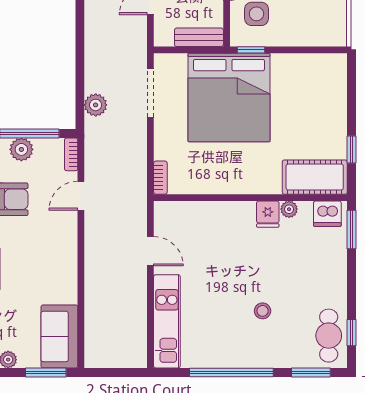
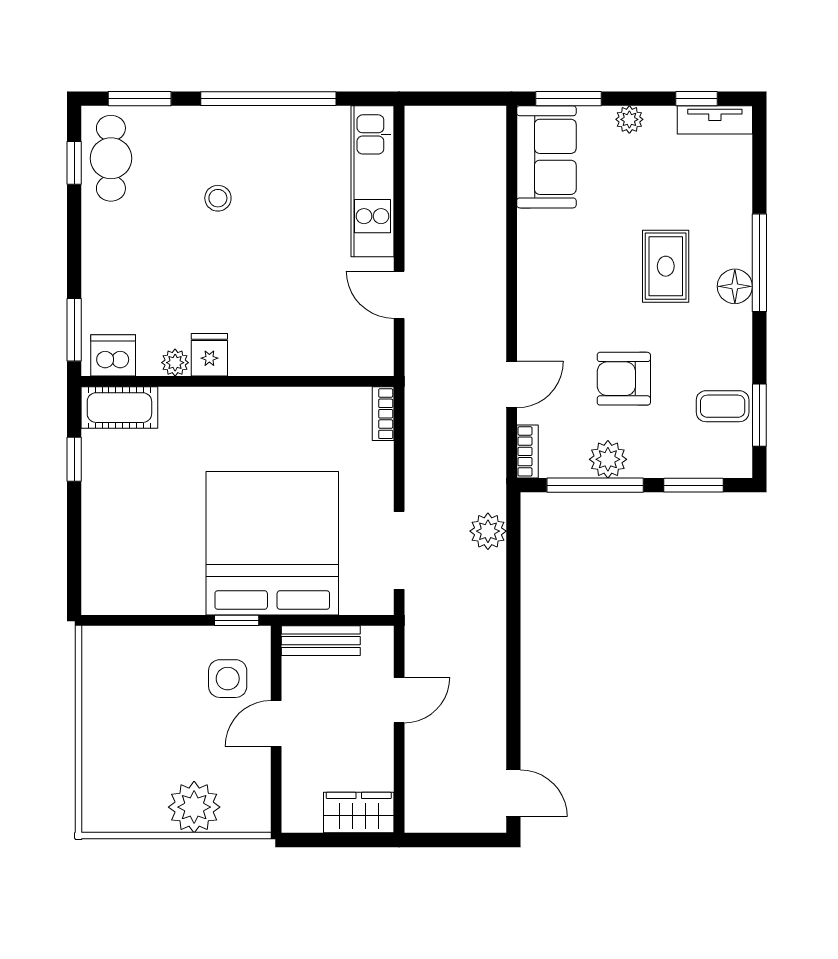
cot: (315, 177) -> (119, 408), width x0.73, depth x0.75

